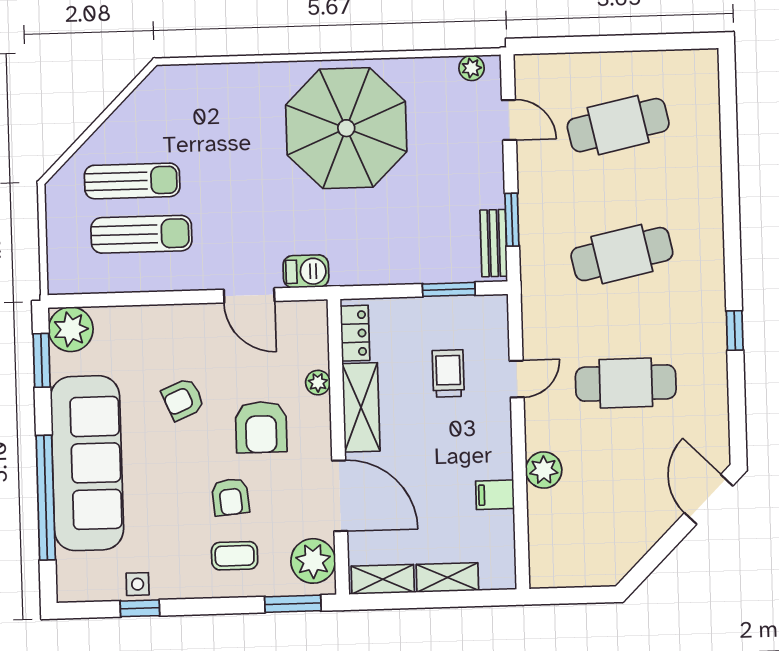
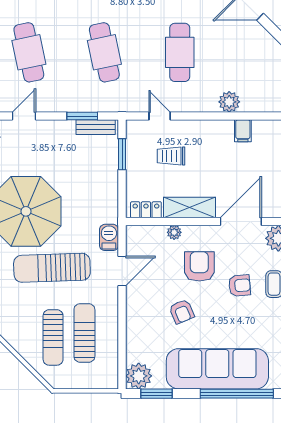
sun lounger: (251, 176) -> (52, 268), added
sun lounger: (132, 181) -> (53, 337), turned 180
door: (517, 379) -> (160, 116), moved
armchair: (261, 427) -> (199, 266), turned -90

